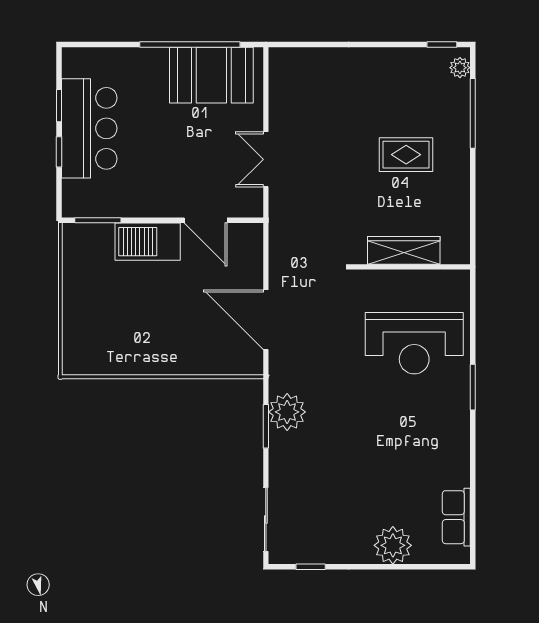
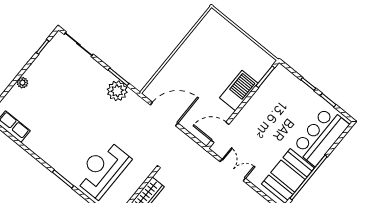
bar counter: (89, 128) -> (321, 136), moved, turned 90
door: (206, 220) -> (220, 132), moved
plant: (393, 545) -> (22, 83), width x0.53, depth x0.53

